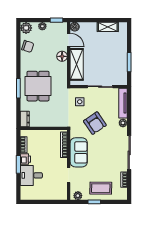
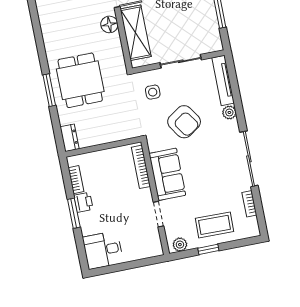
chair: (28, 46) -> (51, 19), removed
desk: (31, 175) -> (103, 250), moved

